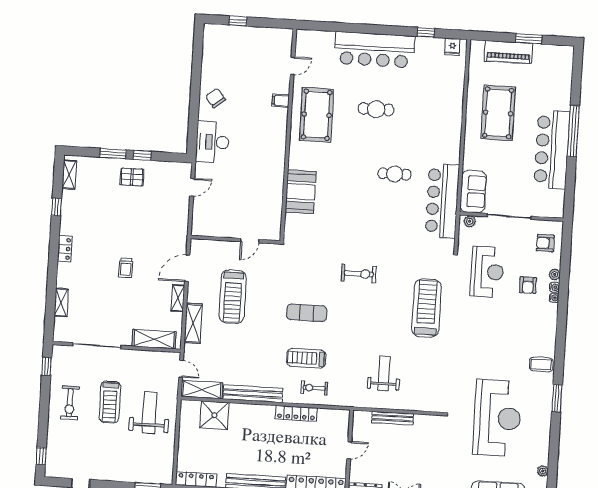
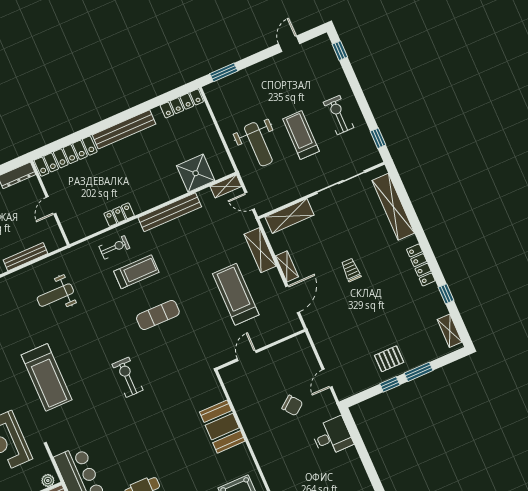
chair: (216, 98) -> (292, 405), moved
desk: (213, 142) -> (332, 436), width x0.73
locker: (65, 249) -> (421, 265), width x1.53
exercise bike: (359, 274) -> (128, 377), turned 90
shelving: (61, 302) -> (393, 207), width x2.20, depth x1.33
weight bench: (384, 373) -> (55, 295), turned 90
shelving: (202, 390) -> (226, 186), width x0.67, depth x0.75
locker: (296, 413) -> (119, 215), width x0.66

